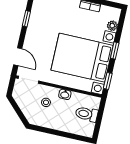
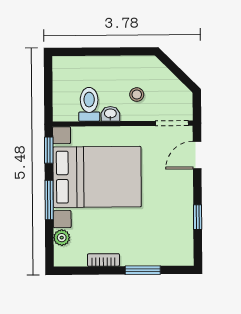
window: (115, 50) -> (49, 200), width x1.50
door: (18, 57) -> (197, 155), hinge flipped
toilet: (87, 114) -> (89, 104), moved, turned -90

